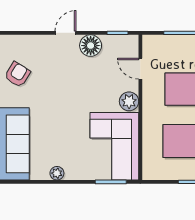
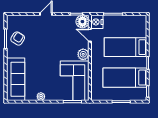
floor lamp: (91, 46) -> (82, 22), moved
nightstand: (152, 46) -> (97, 22), added

